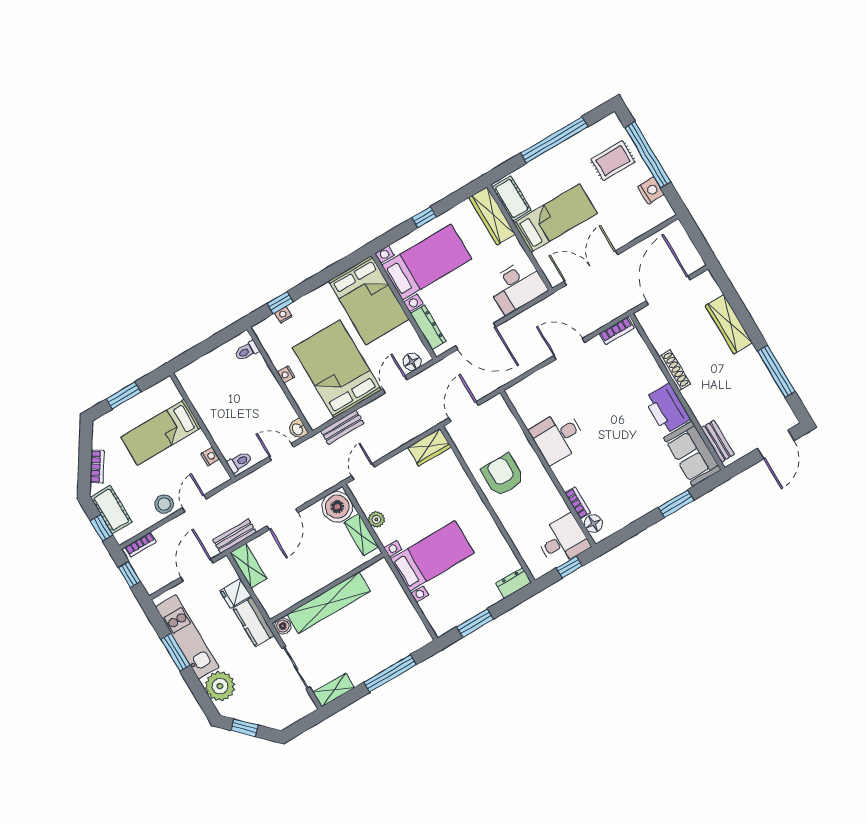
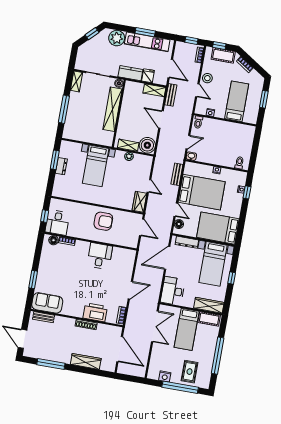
printer: (667, 409) -> (95, 312), moved
door: (363, 471) -> (149, 186), moved
dresser: (514, 583) -> (61, 166), moved

